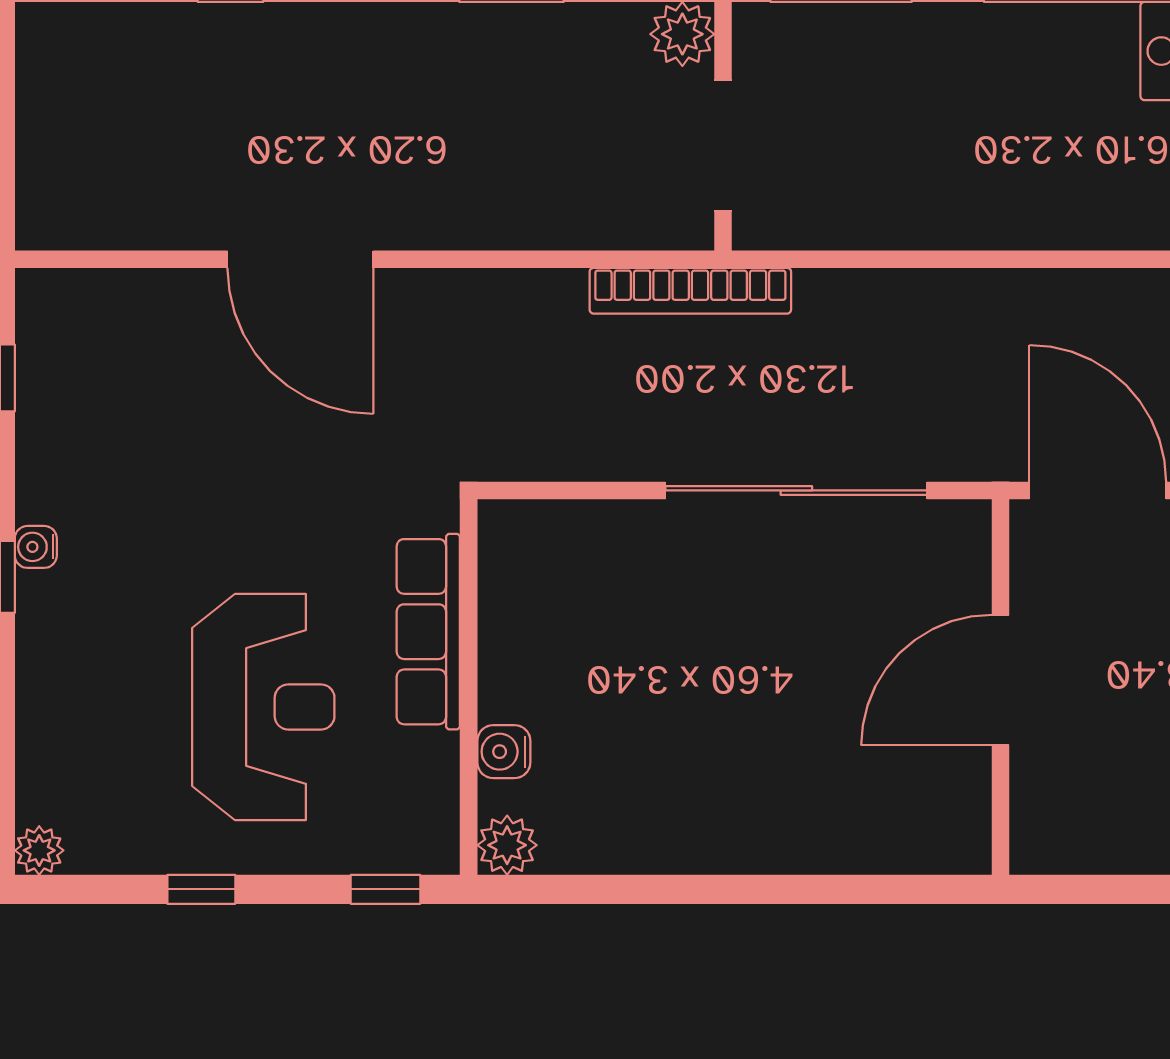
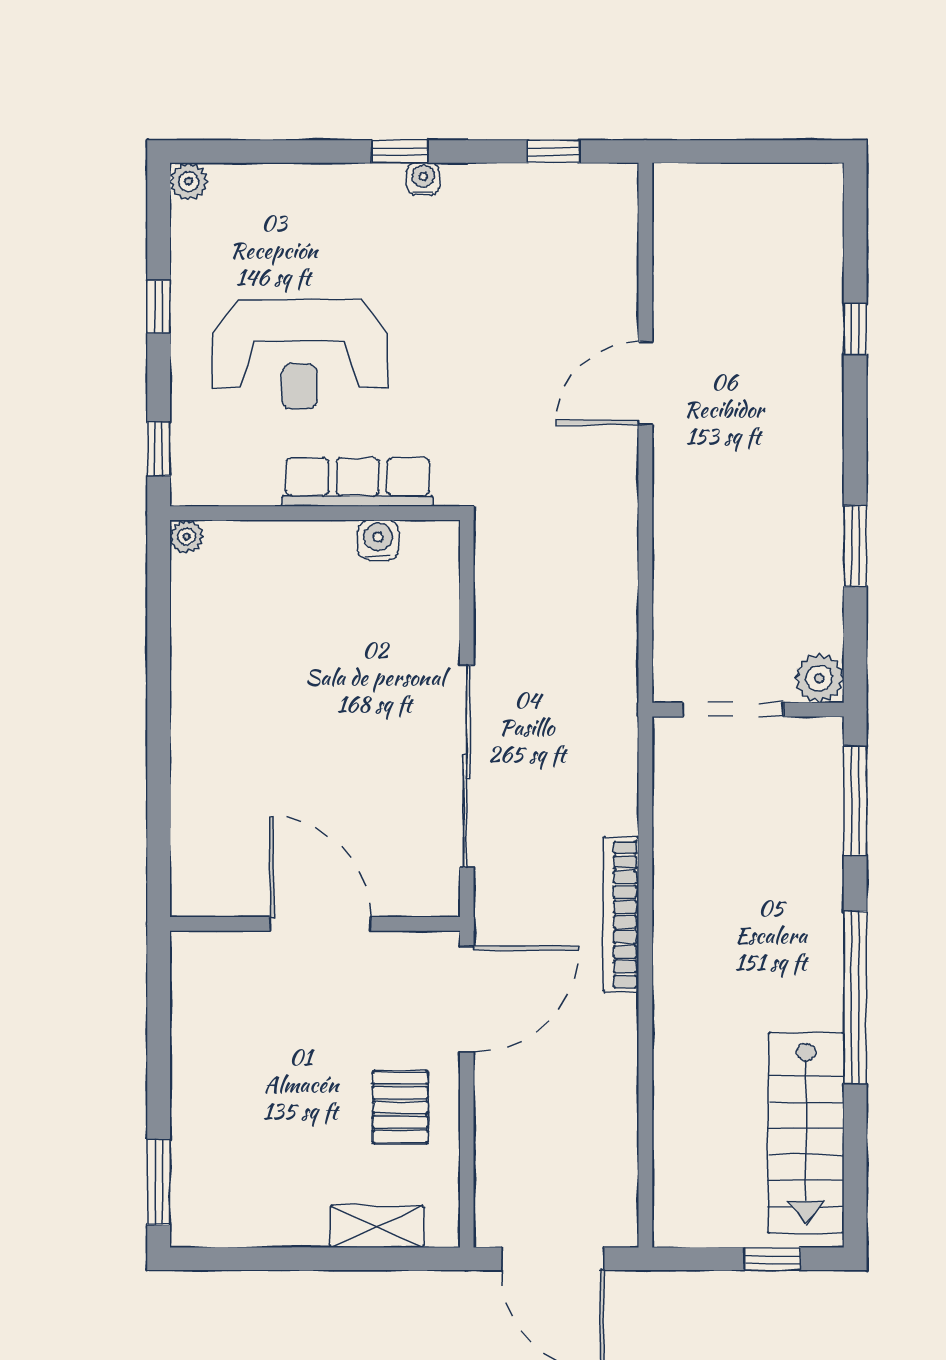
door: (300, 259) -> (645, 383), width x0.73
bookcase: (690, 291) -> (621, 914), moved
water cooler: (504, 752) -> (378, 540), moved
plant: (507, 845) -> (186, 537), width x0.73, depth x0.73

